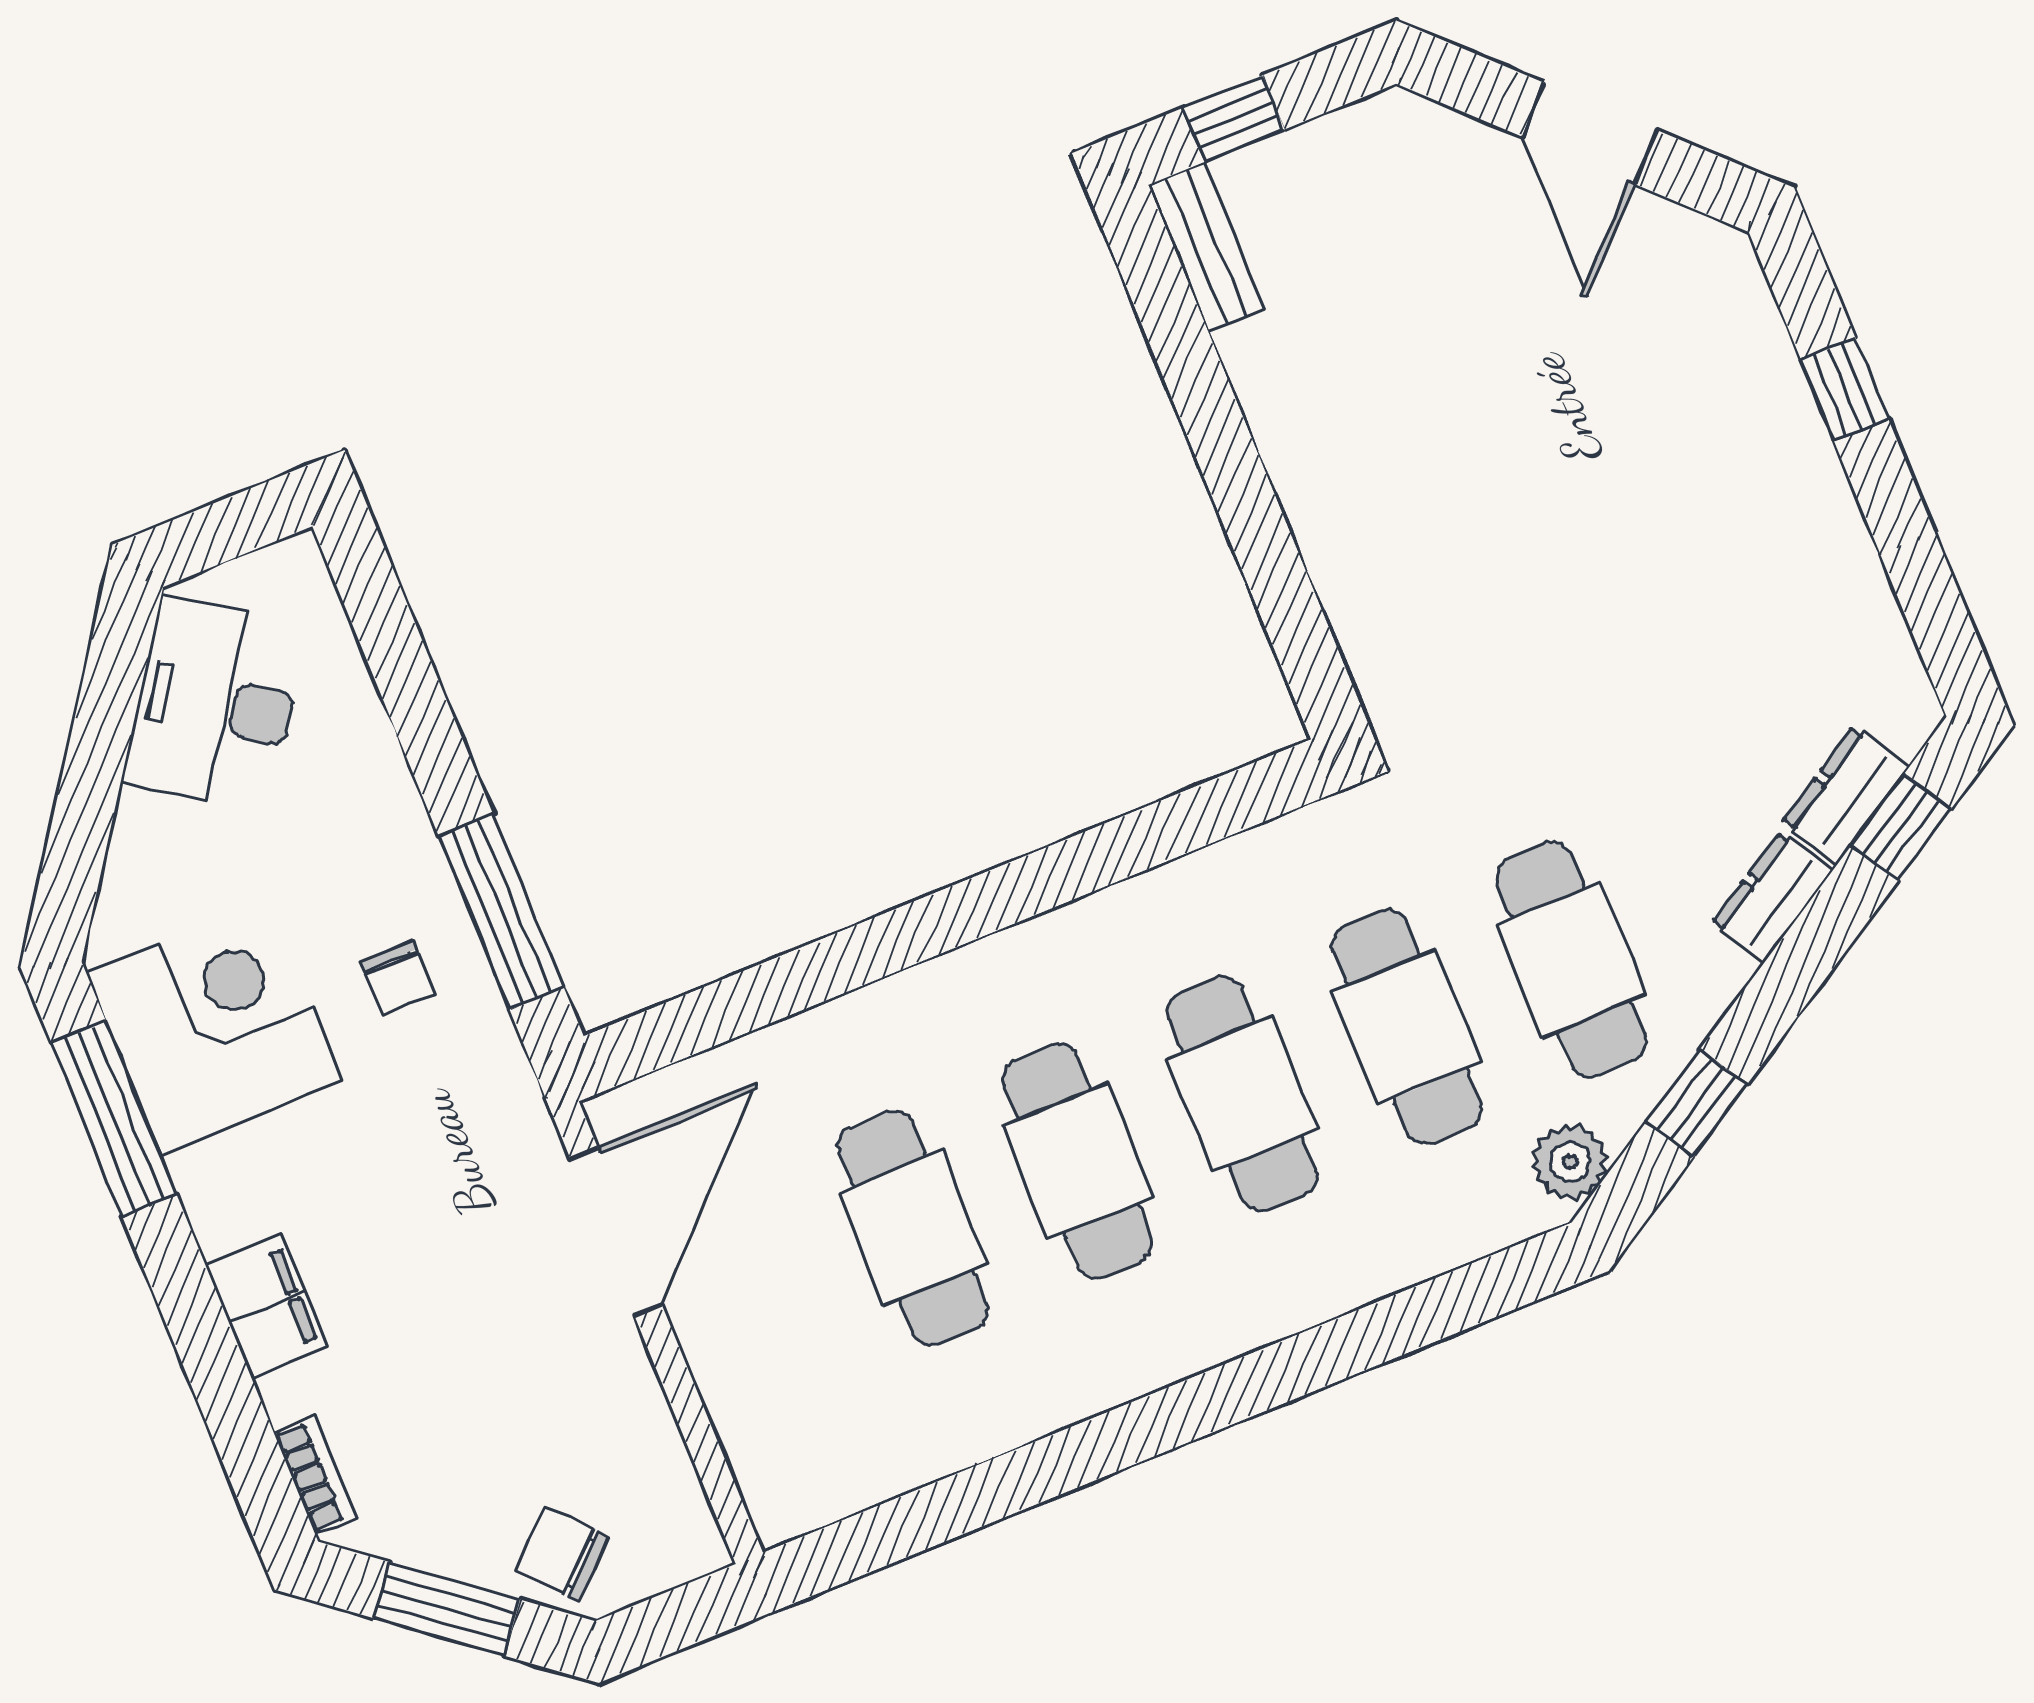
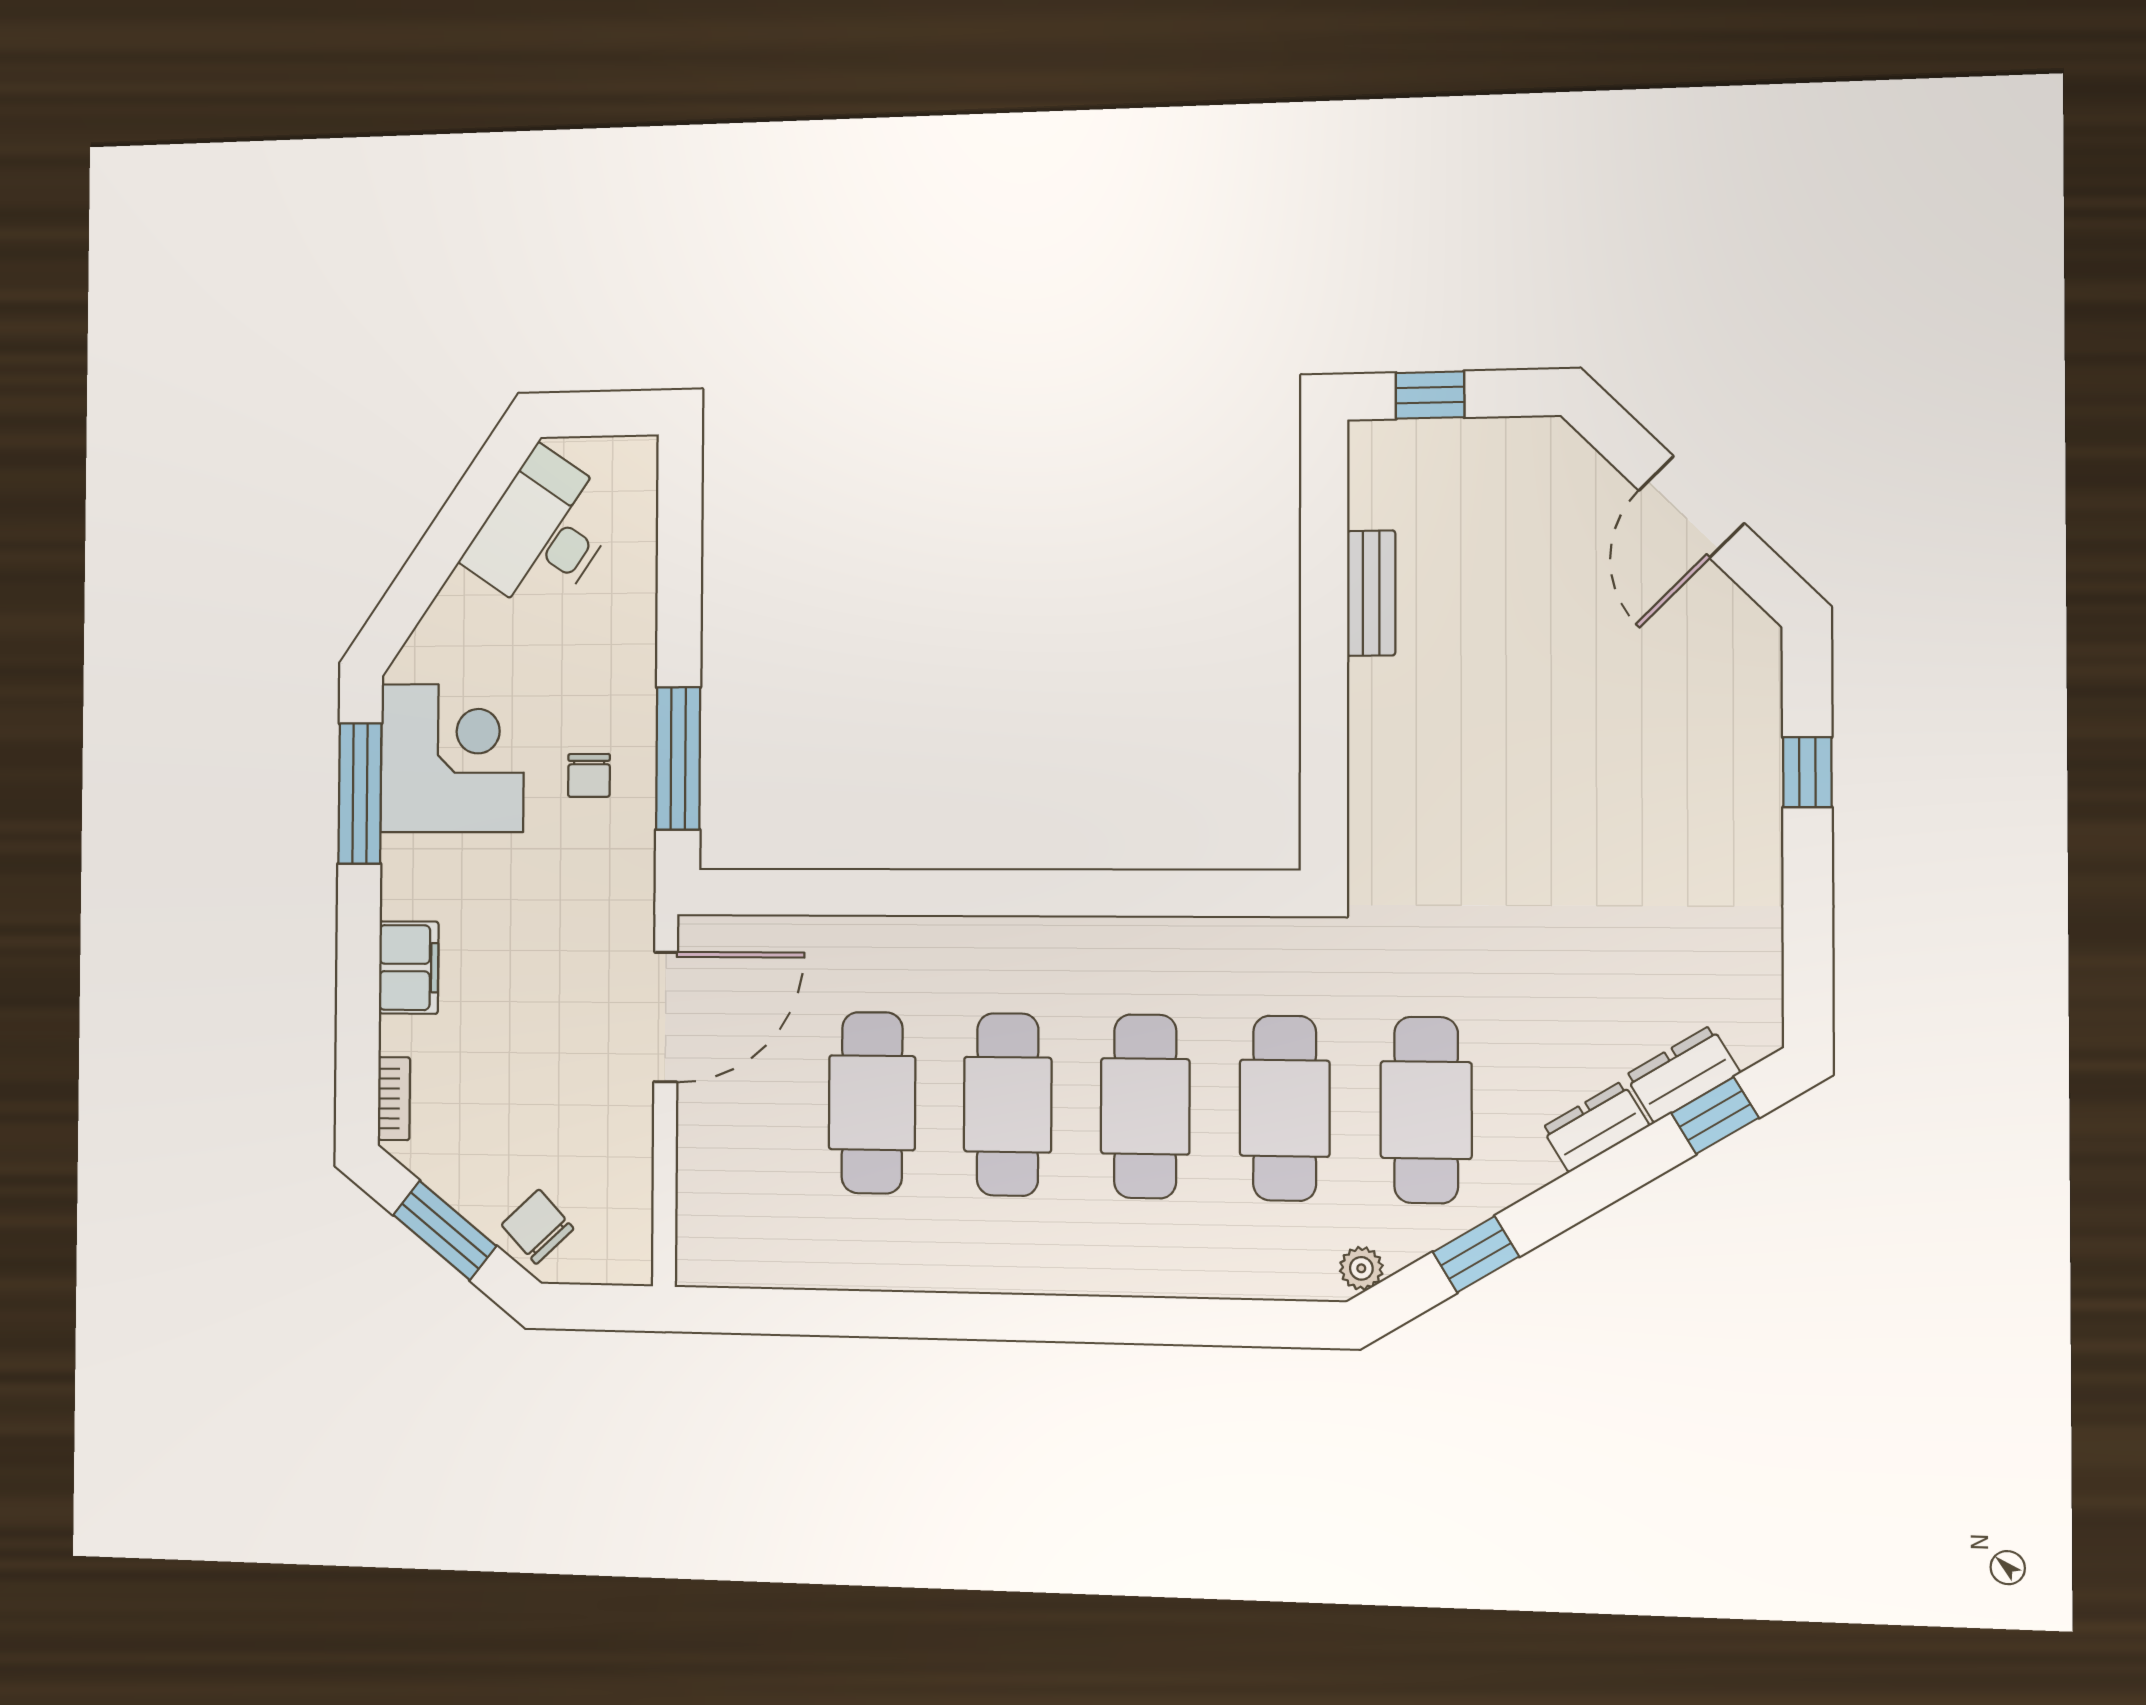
bench: (1206, 247) -> (1371, 593), moved
plant: (1570, 1162) -> (1361, 1268), width x0.73, depth x0.73

